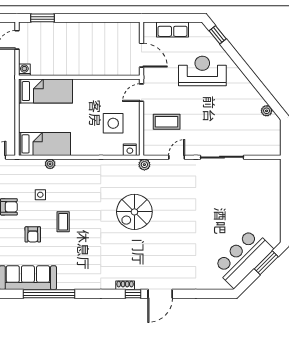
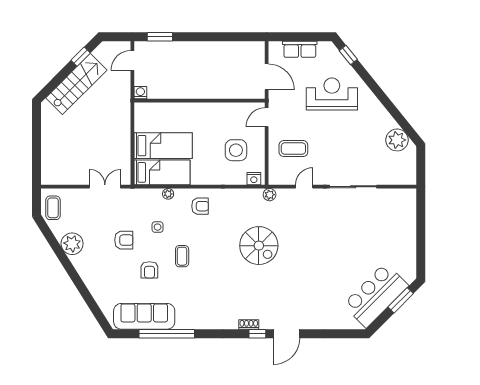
bed: (46, 91) -> (163, 146), moved
plant: (267, 111) -> (397, 140), width x1.87, depth x1.87
armchair: (80, 175) -> (200, 206), added
spiral stairs: (134, 212) -> (259, 246), turned -90

